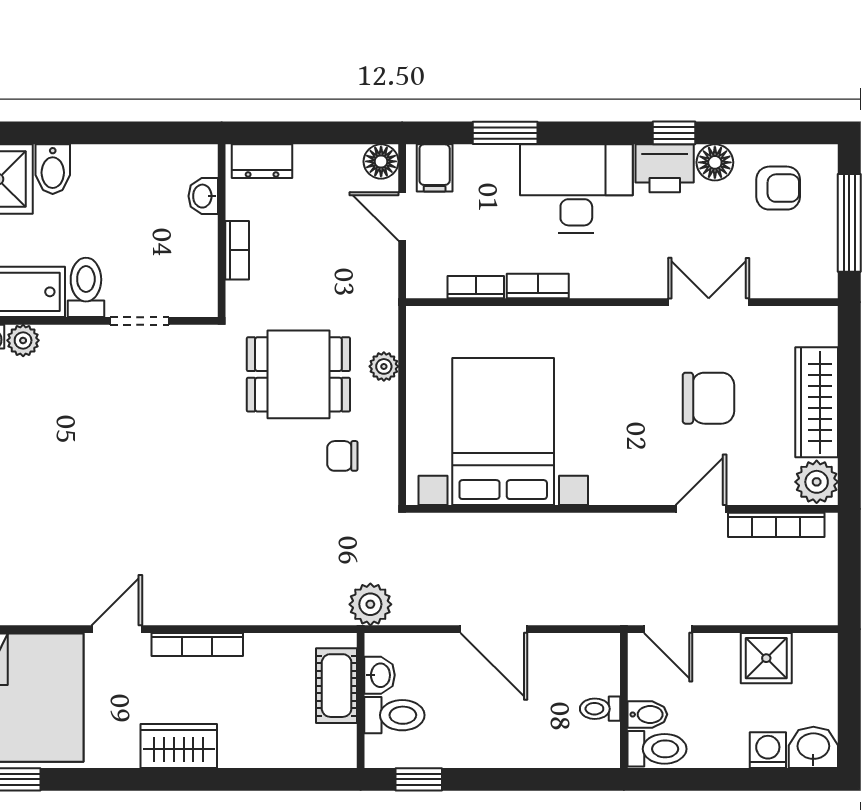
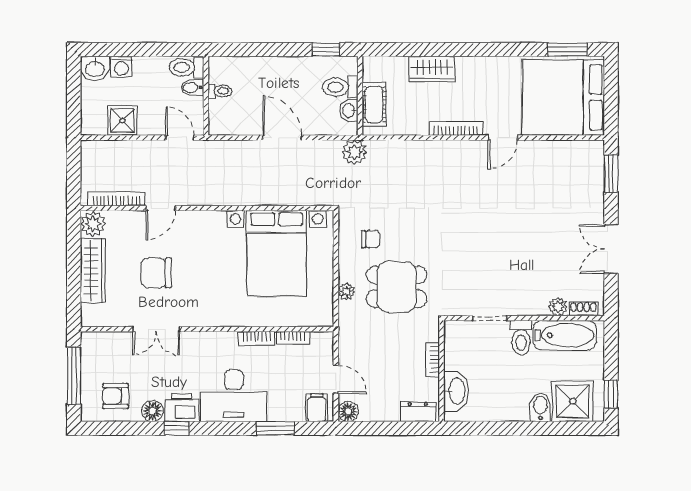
washbasin: (203, 196) -> (456, 391), width x1.91, depth x1.45
wardrobe: (179, 746) -> (432, 69), moved

